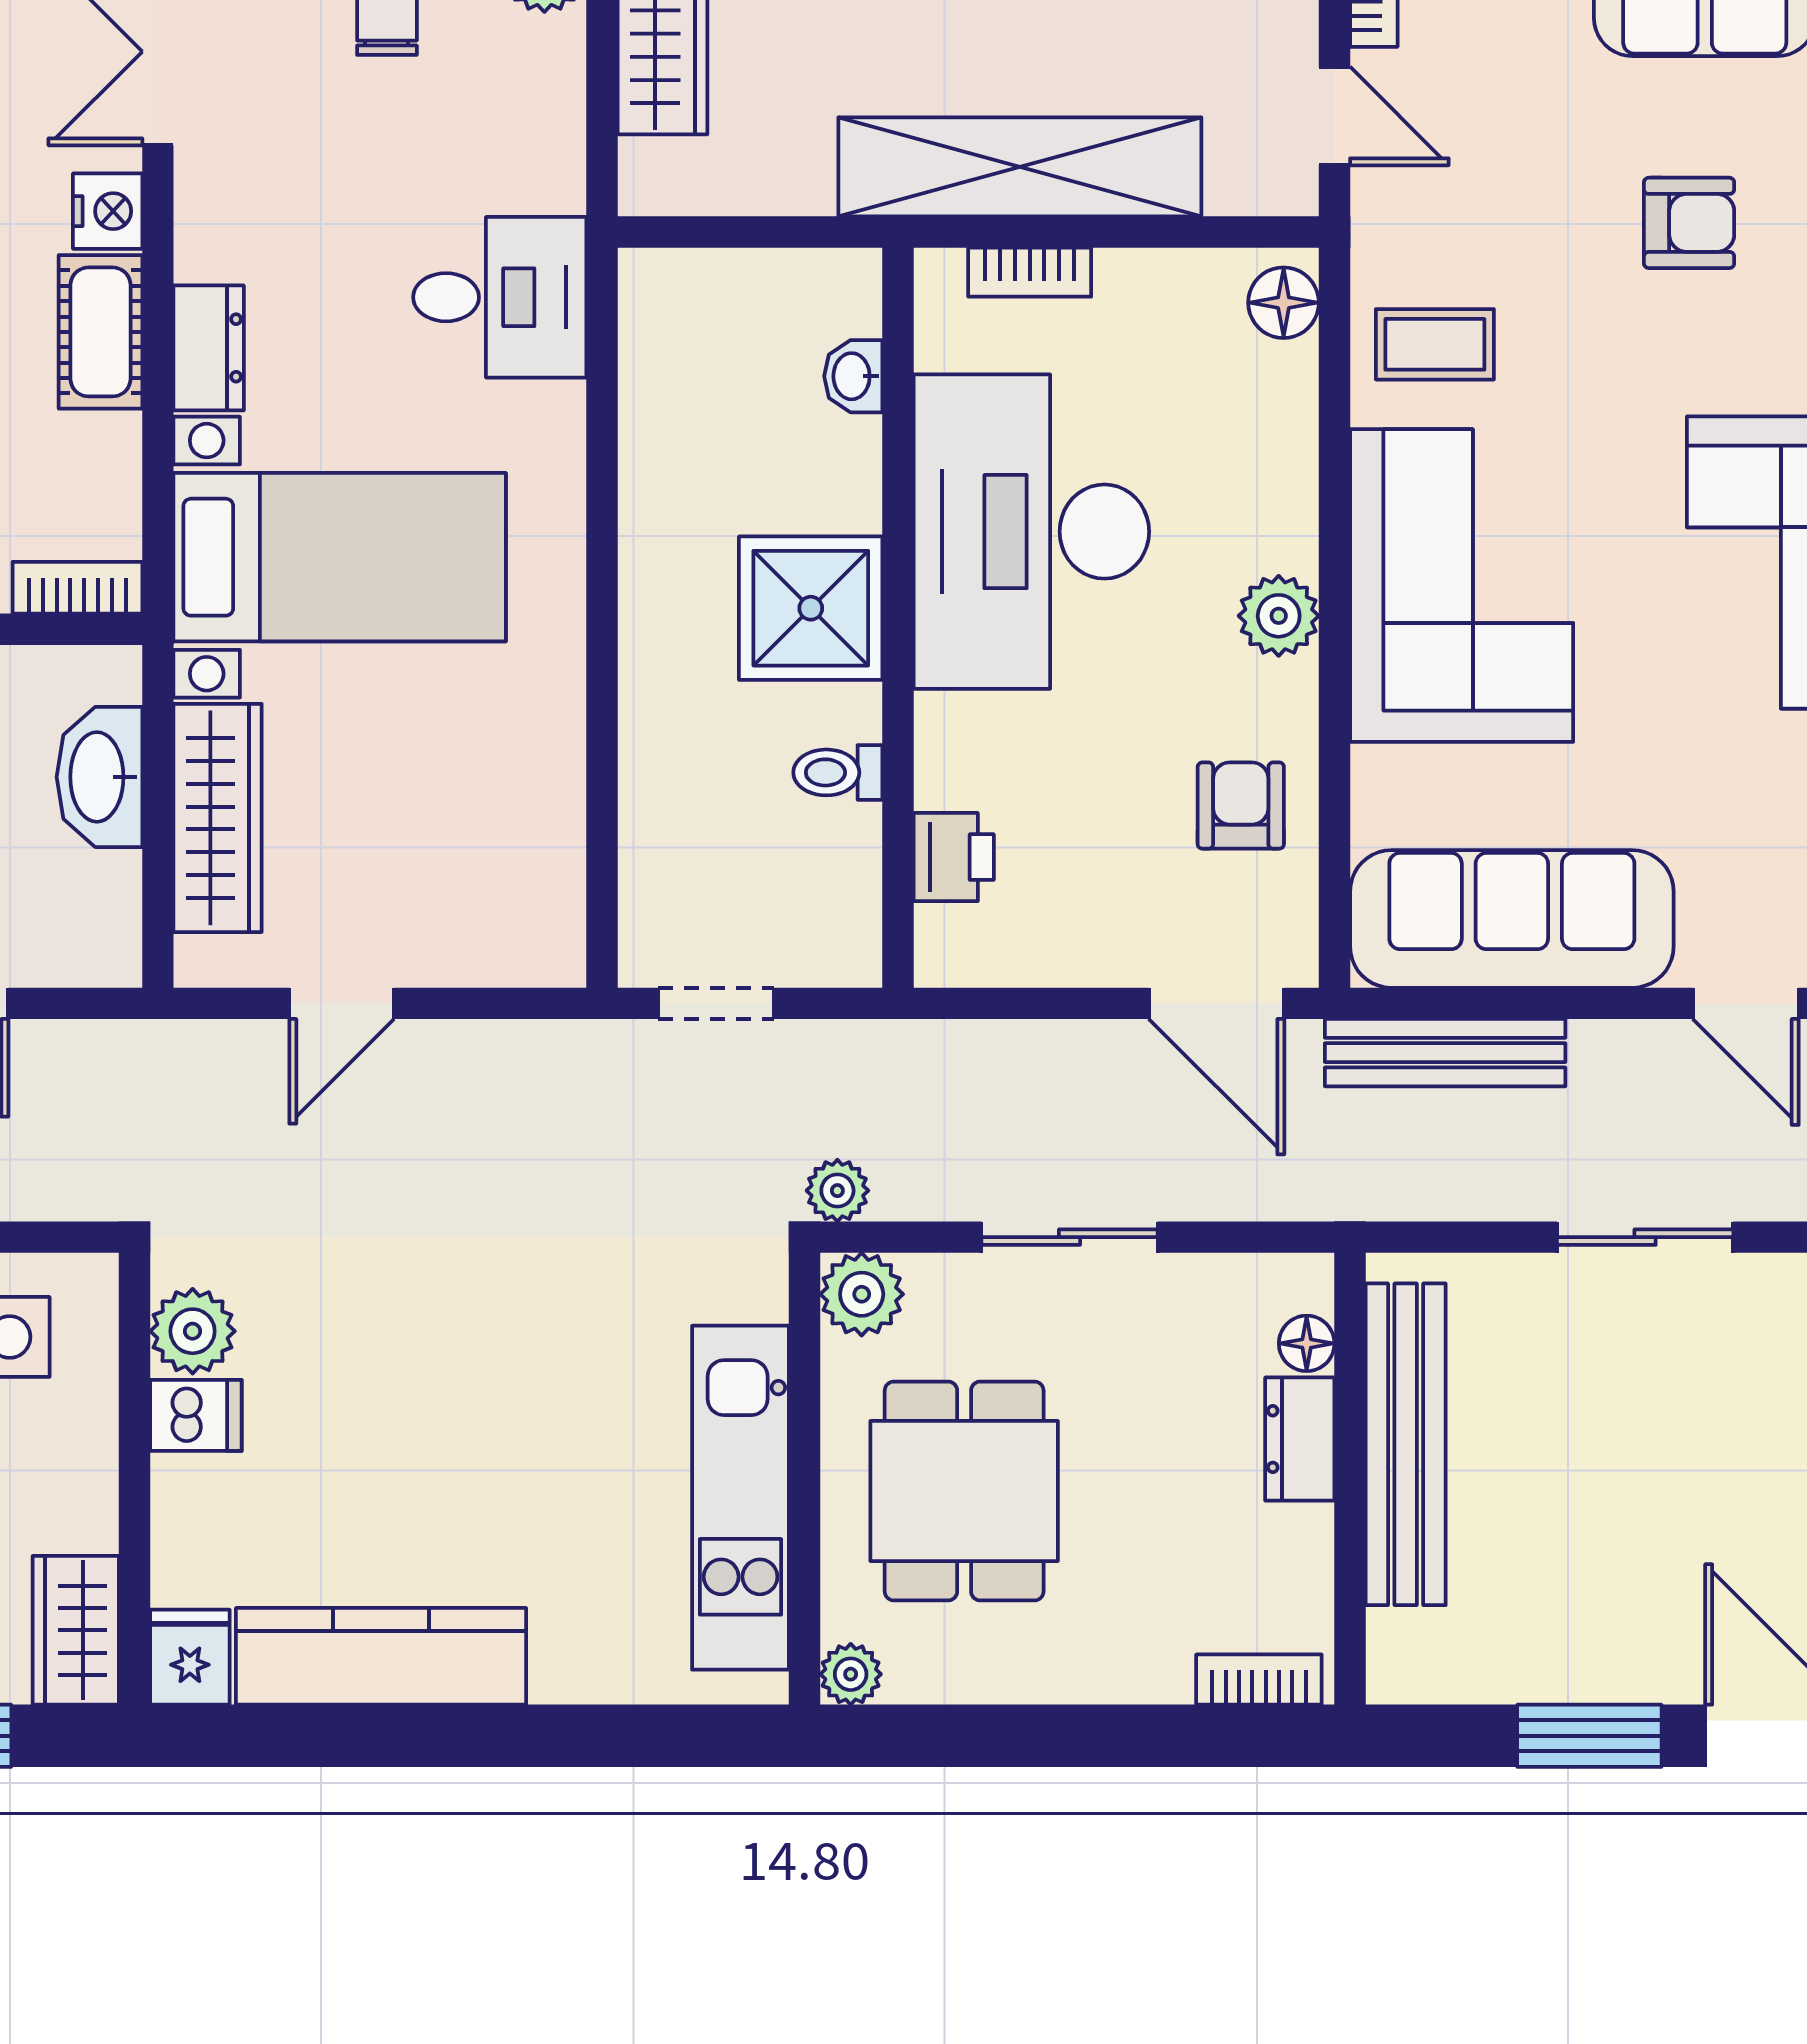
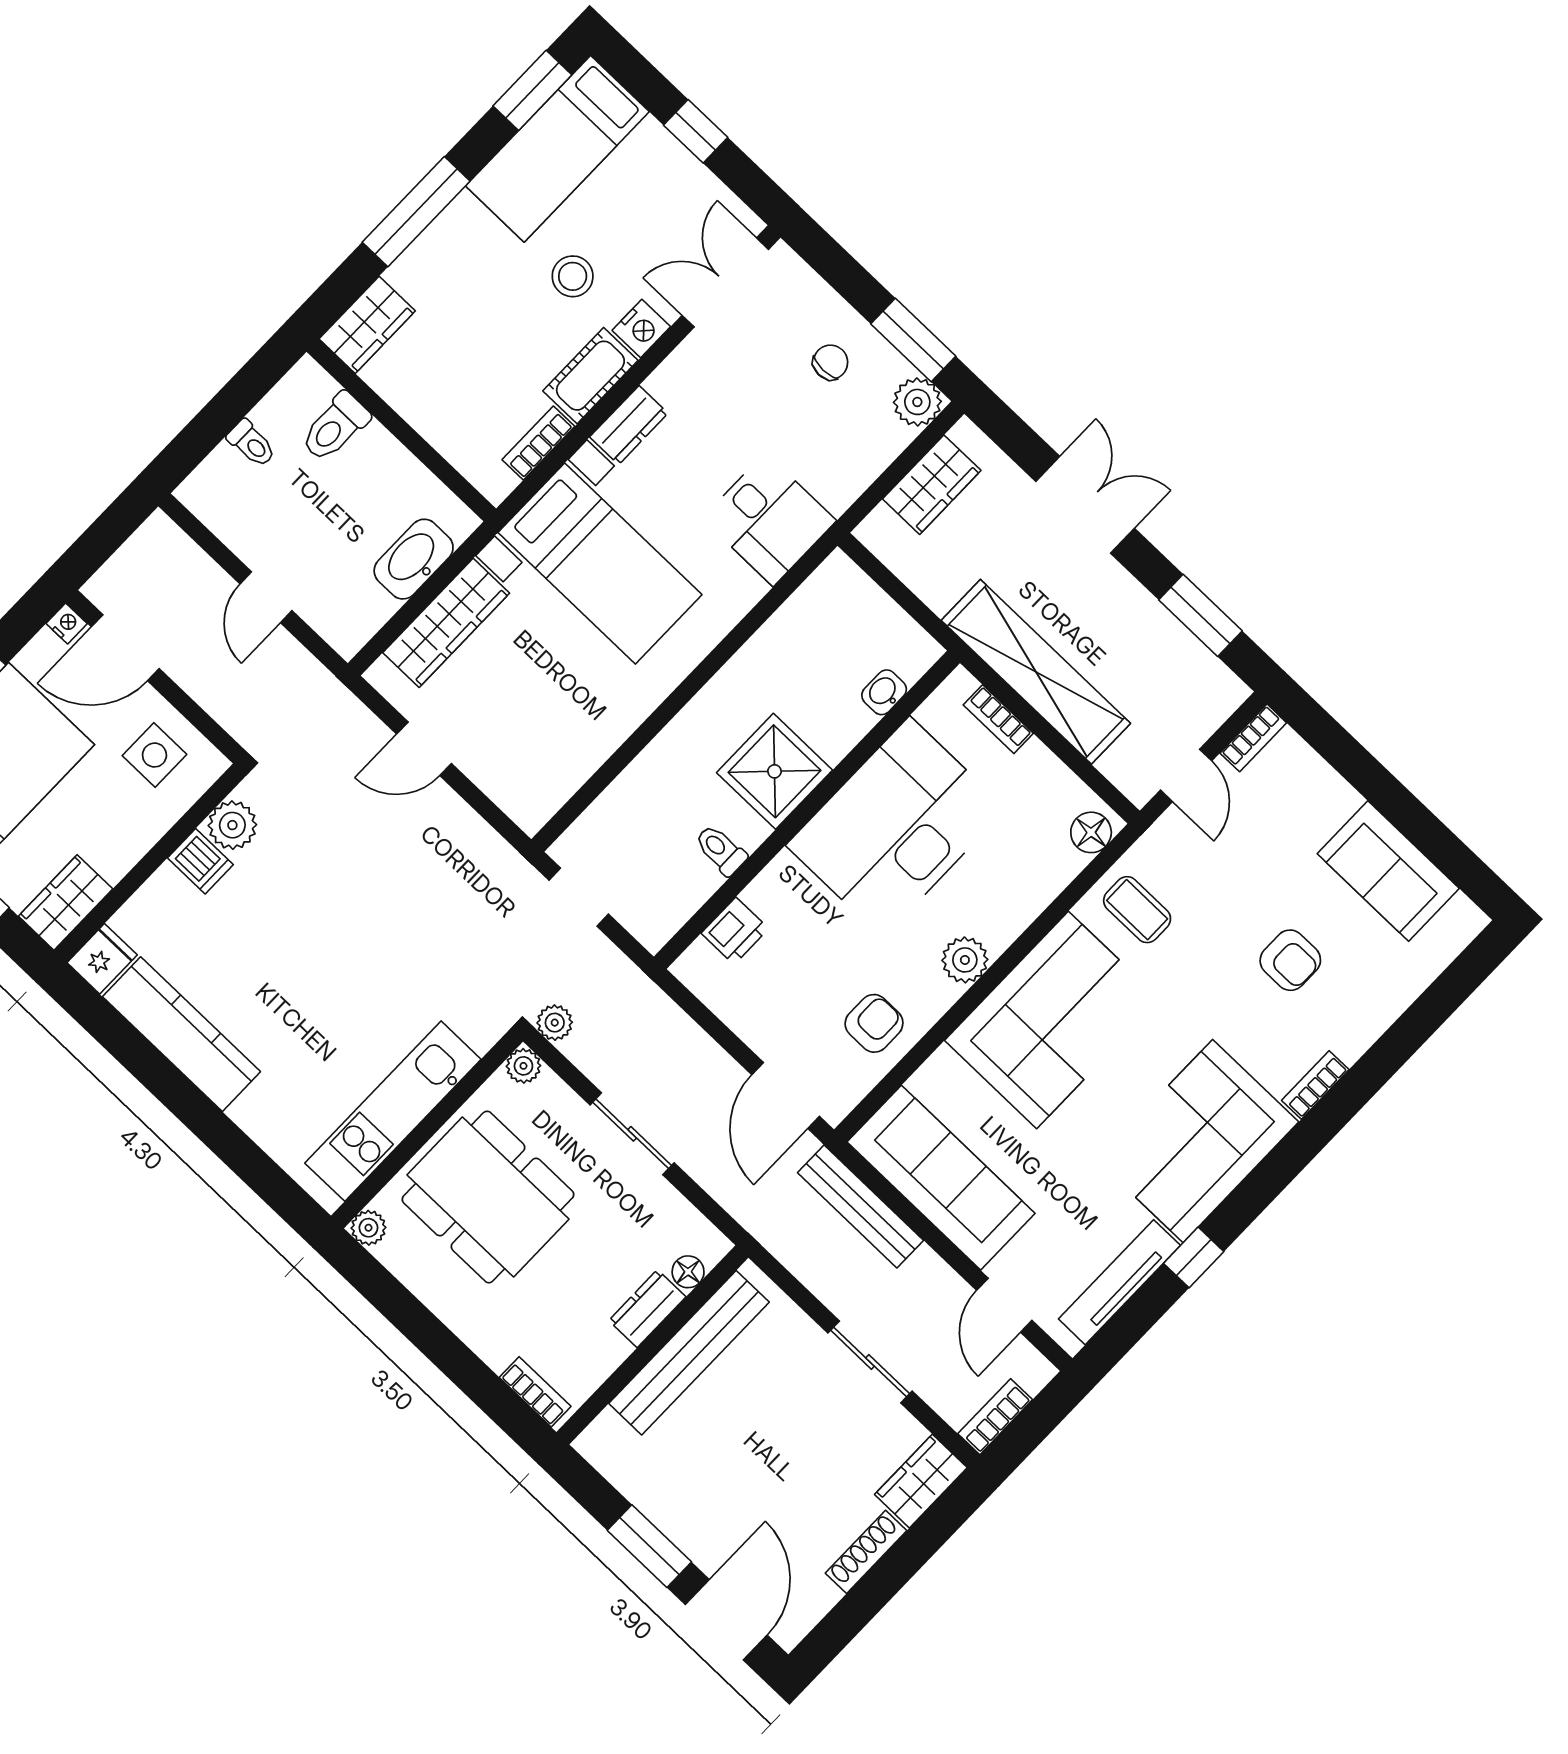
bookcase: (77, 588) -> (538, 443), moved, turned -90
plant: (862, 1294) -> (523, 1066), width x0.73, depth x0.73
dining table: (964, 1491) -> (488, 1197), width x1.37

